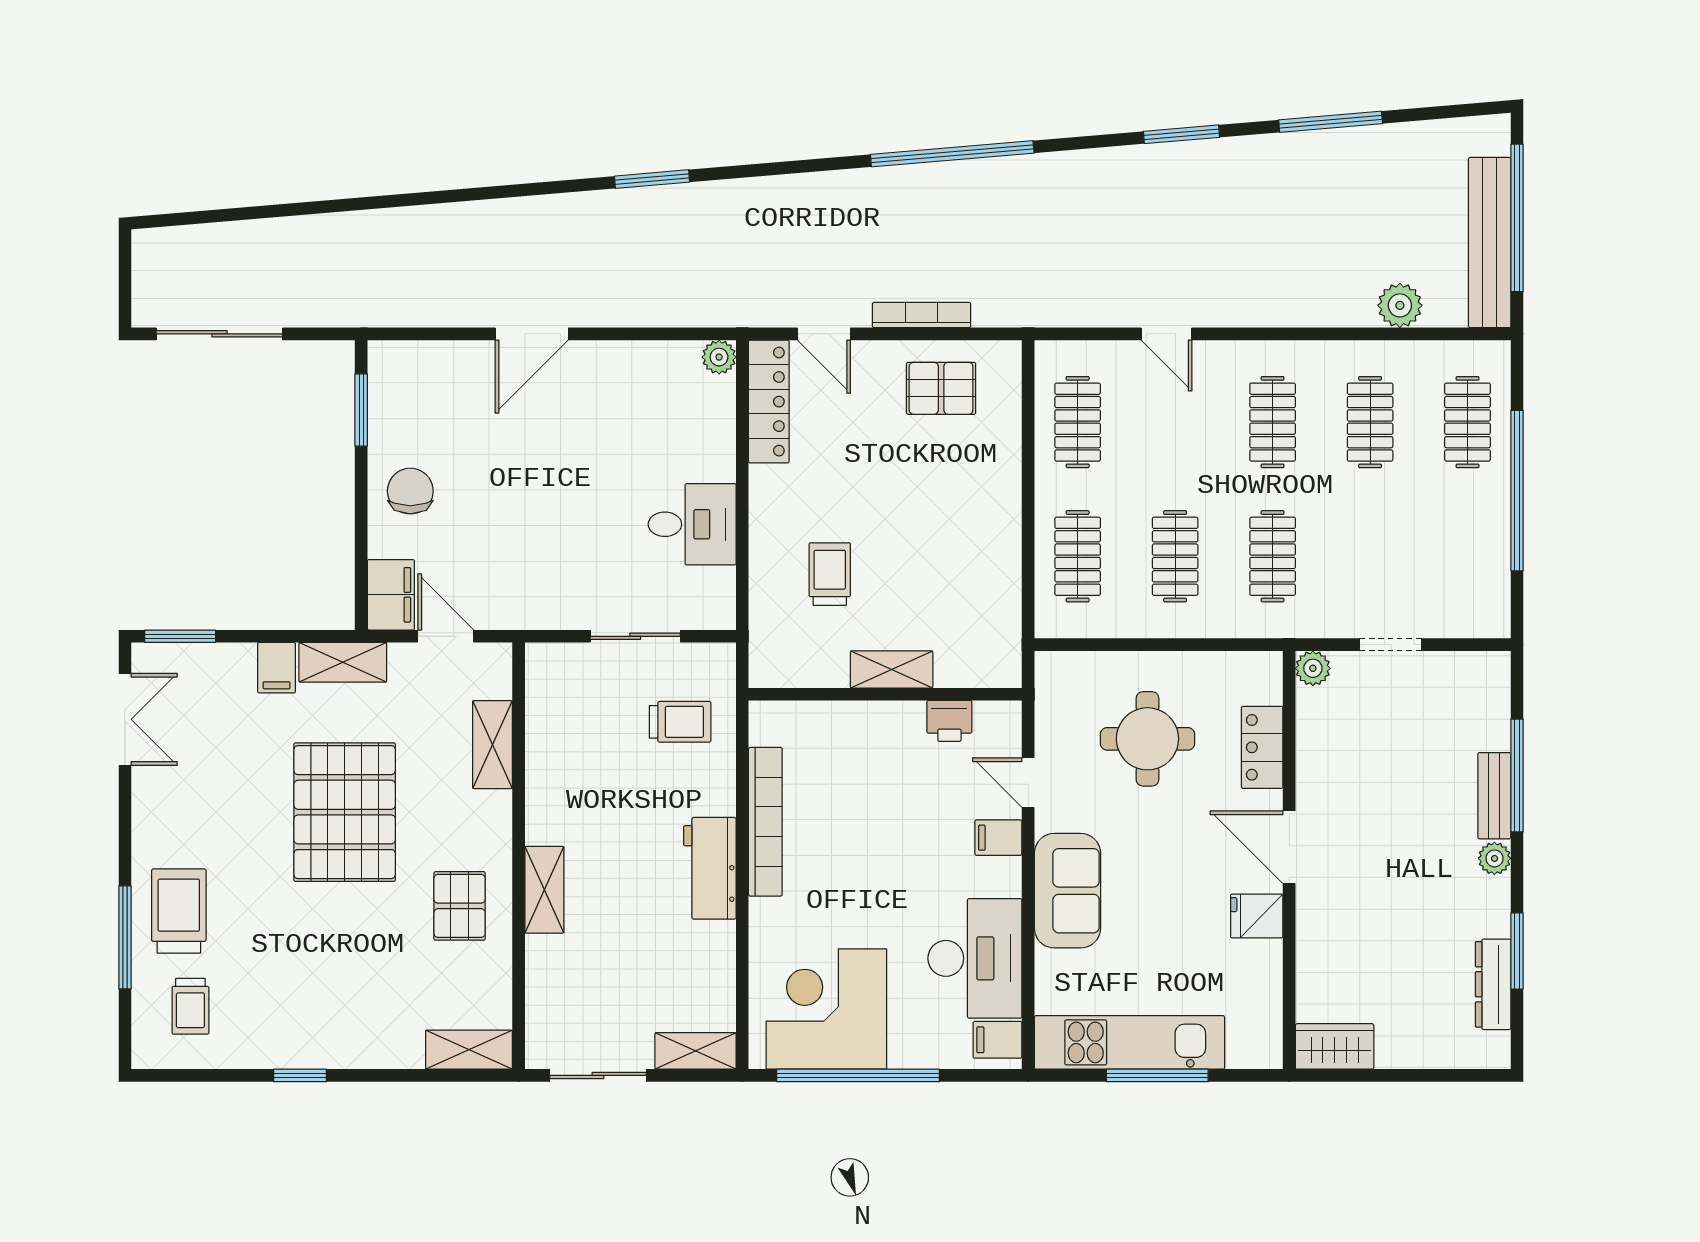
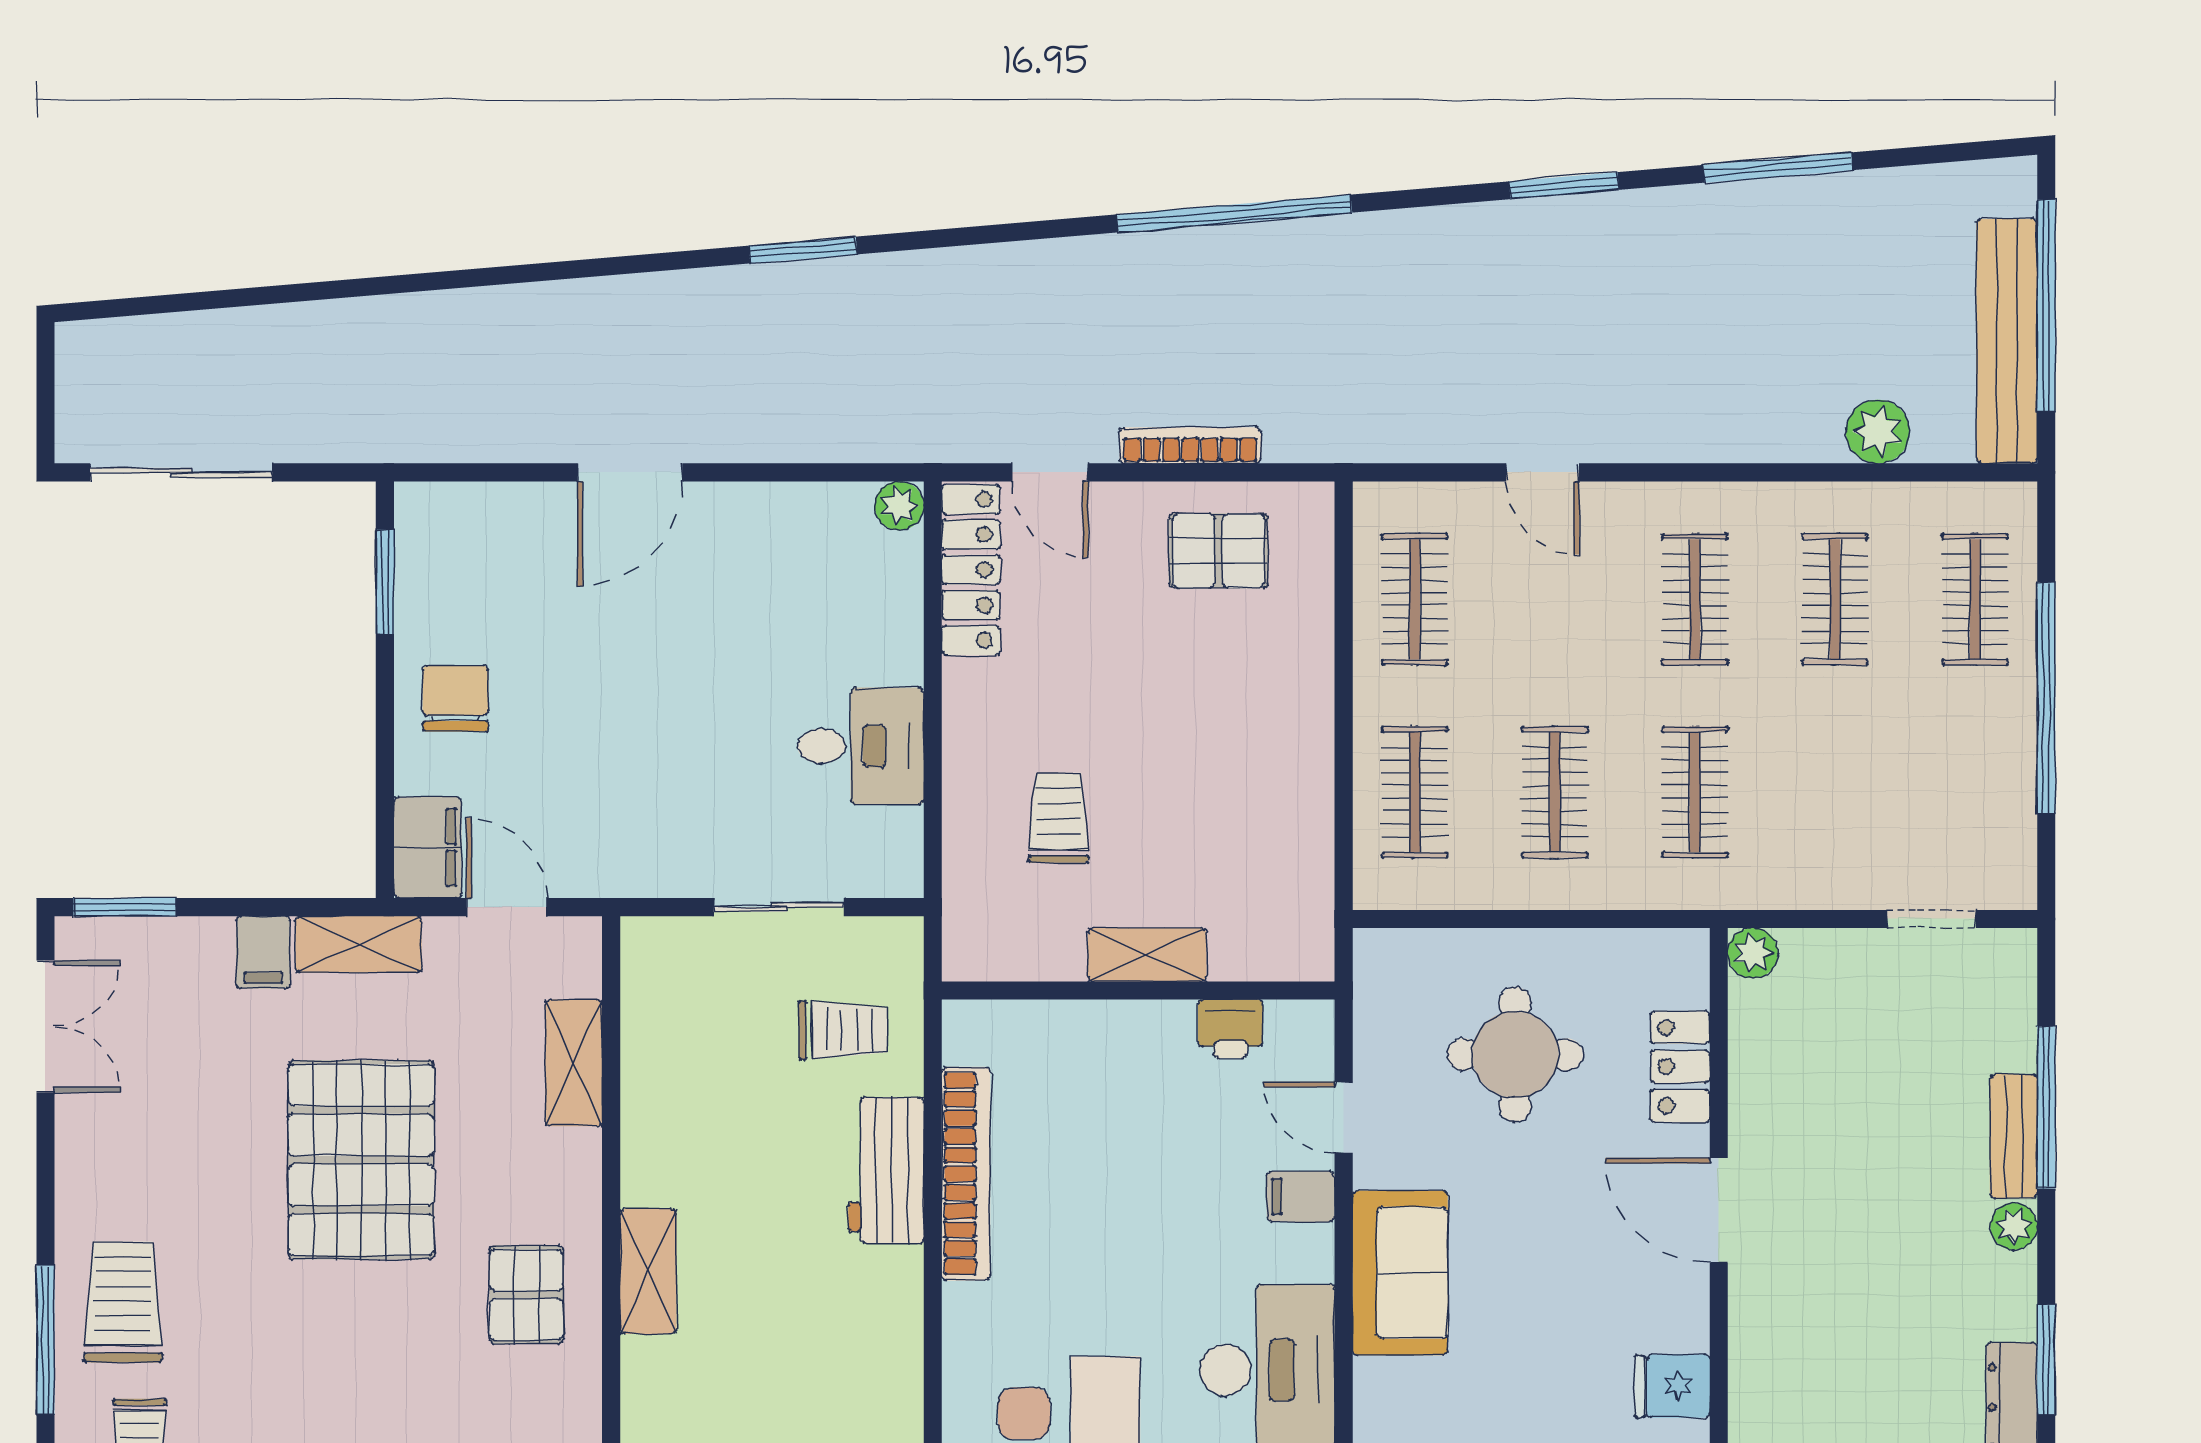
doorway: (1391, 645) -> (1932, 919), moved
workbench: (710, 868) -> (886, 1170), moved
fridge: (1257, 916) -> (1672, 1386), moved

